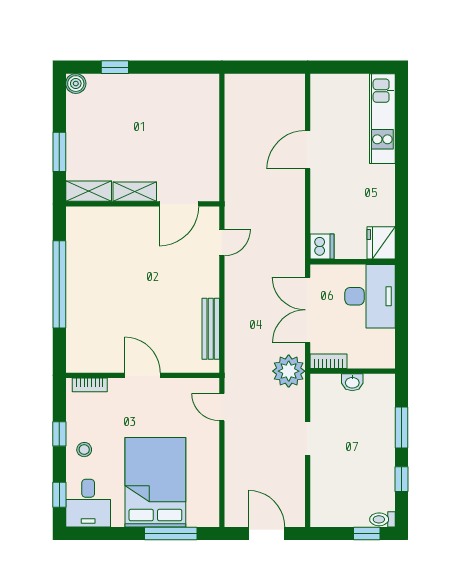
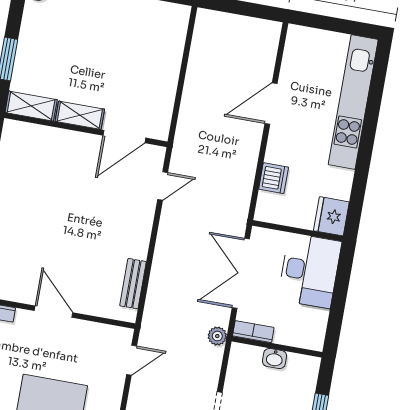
kitchen unit: (382, 119) -> (353, 102), width x1.36
dishwasher: (322, 247) -> (274, 178), moved
bench: (211, 329) -> (133, 284), width x0.73
plant: (289, 371) -> (217, 336), width x0.53, depth x0.53
door: (222, 407) -> (132, 360), swing flipped

